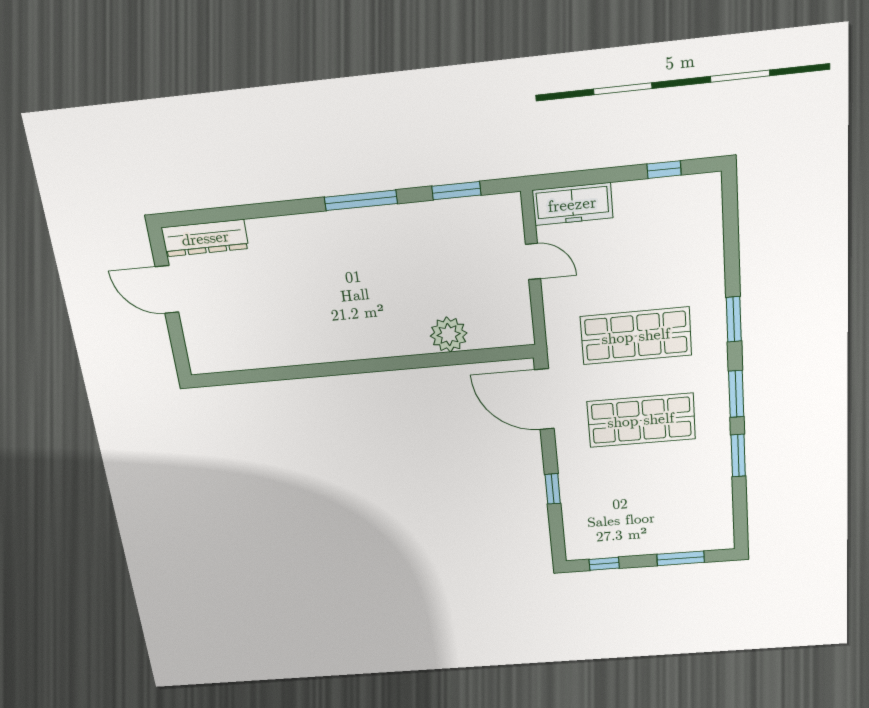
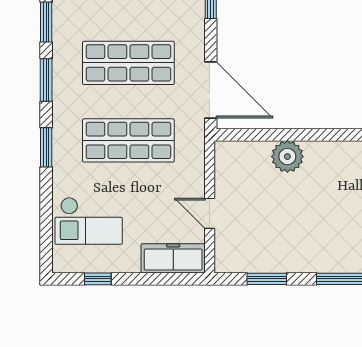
checkout: (679, 239) -> (89, 221), added

